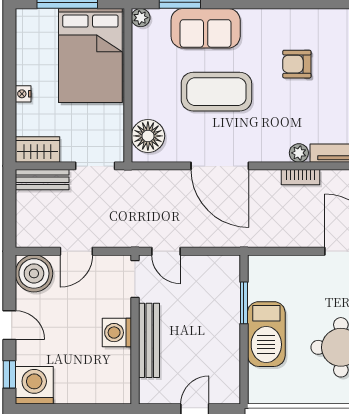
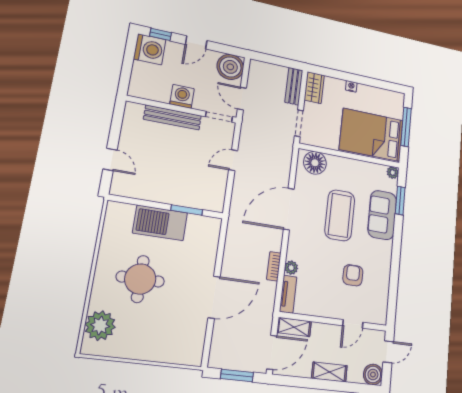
doorway: (135, 279) -> (219, 117), moved
wall: (135, 329) -> (182, 109), moved
washing machine: (117, 333) -> (182, 96), moved
bench: (149, 340) -> (173, 117), moved

